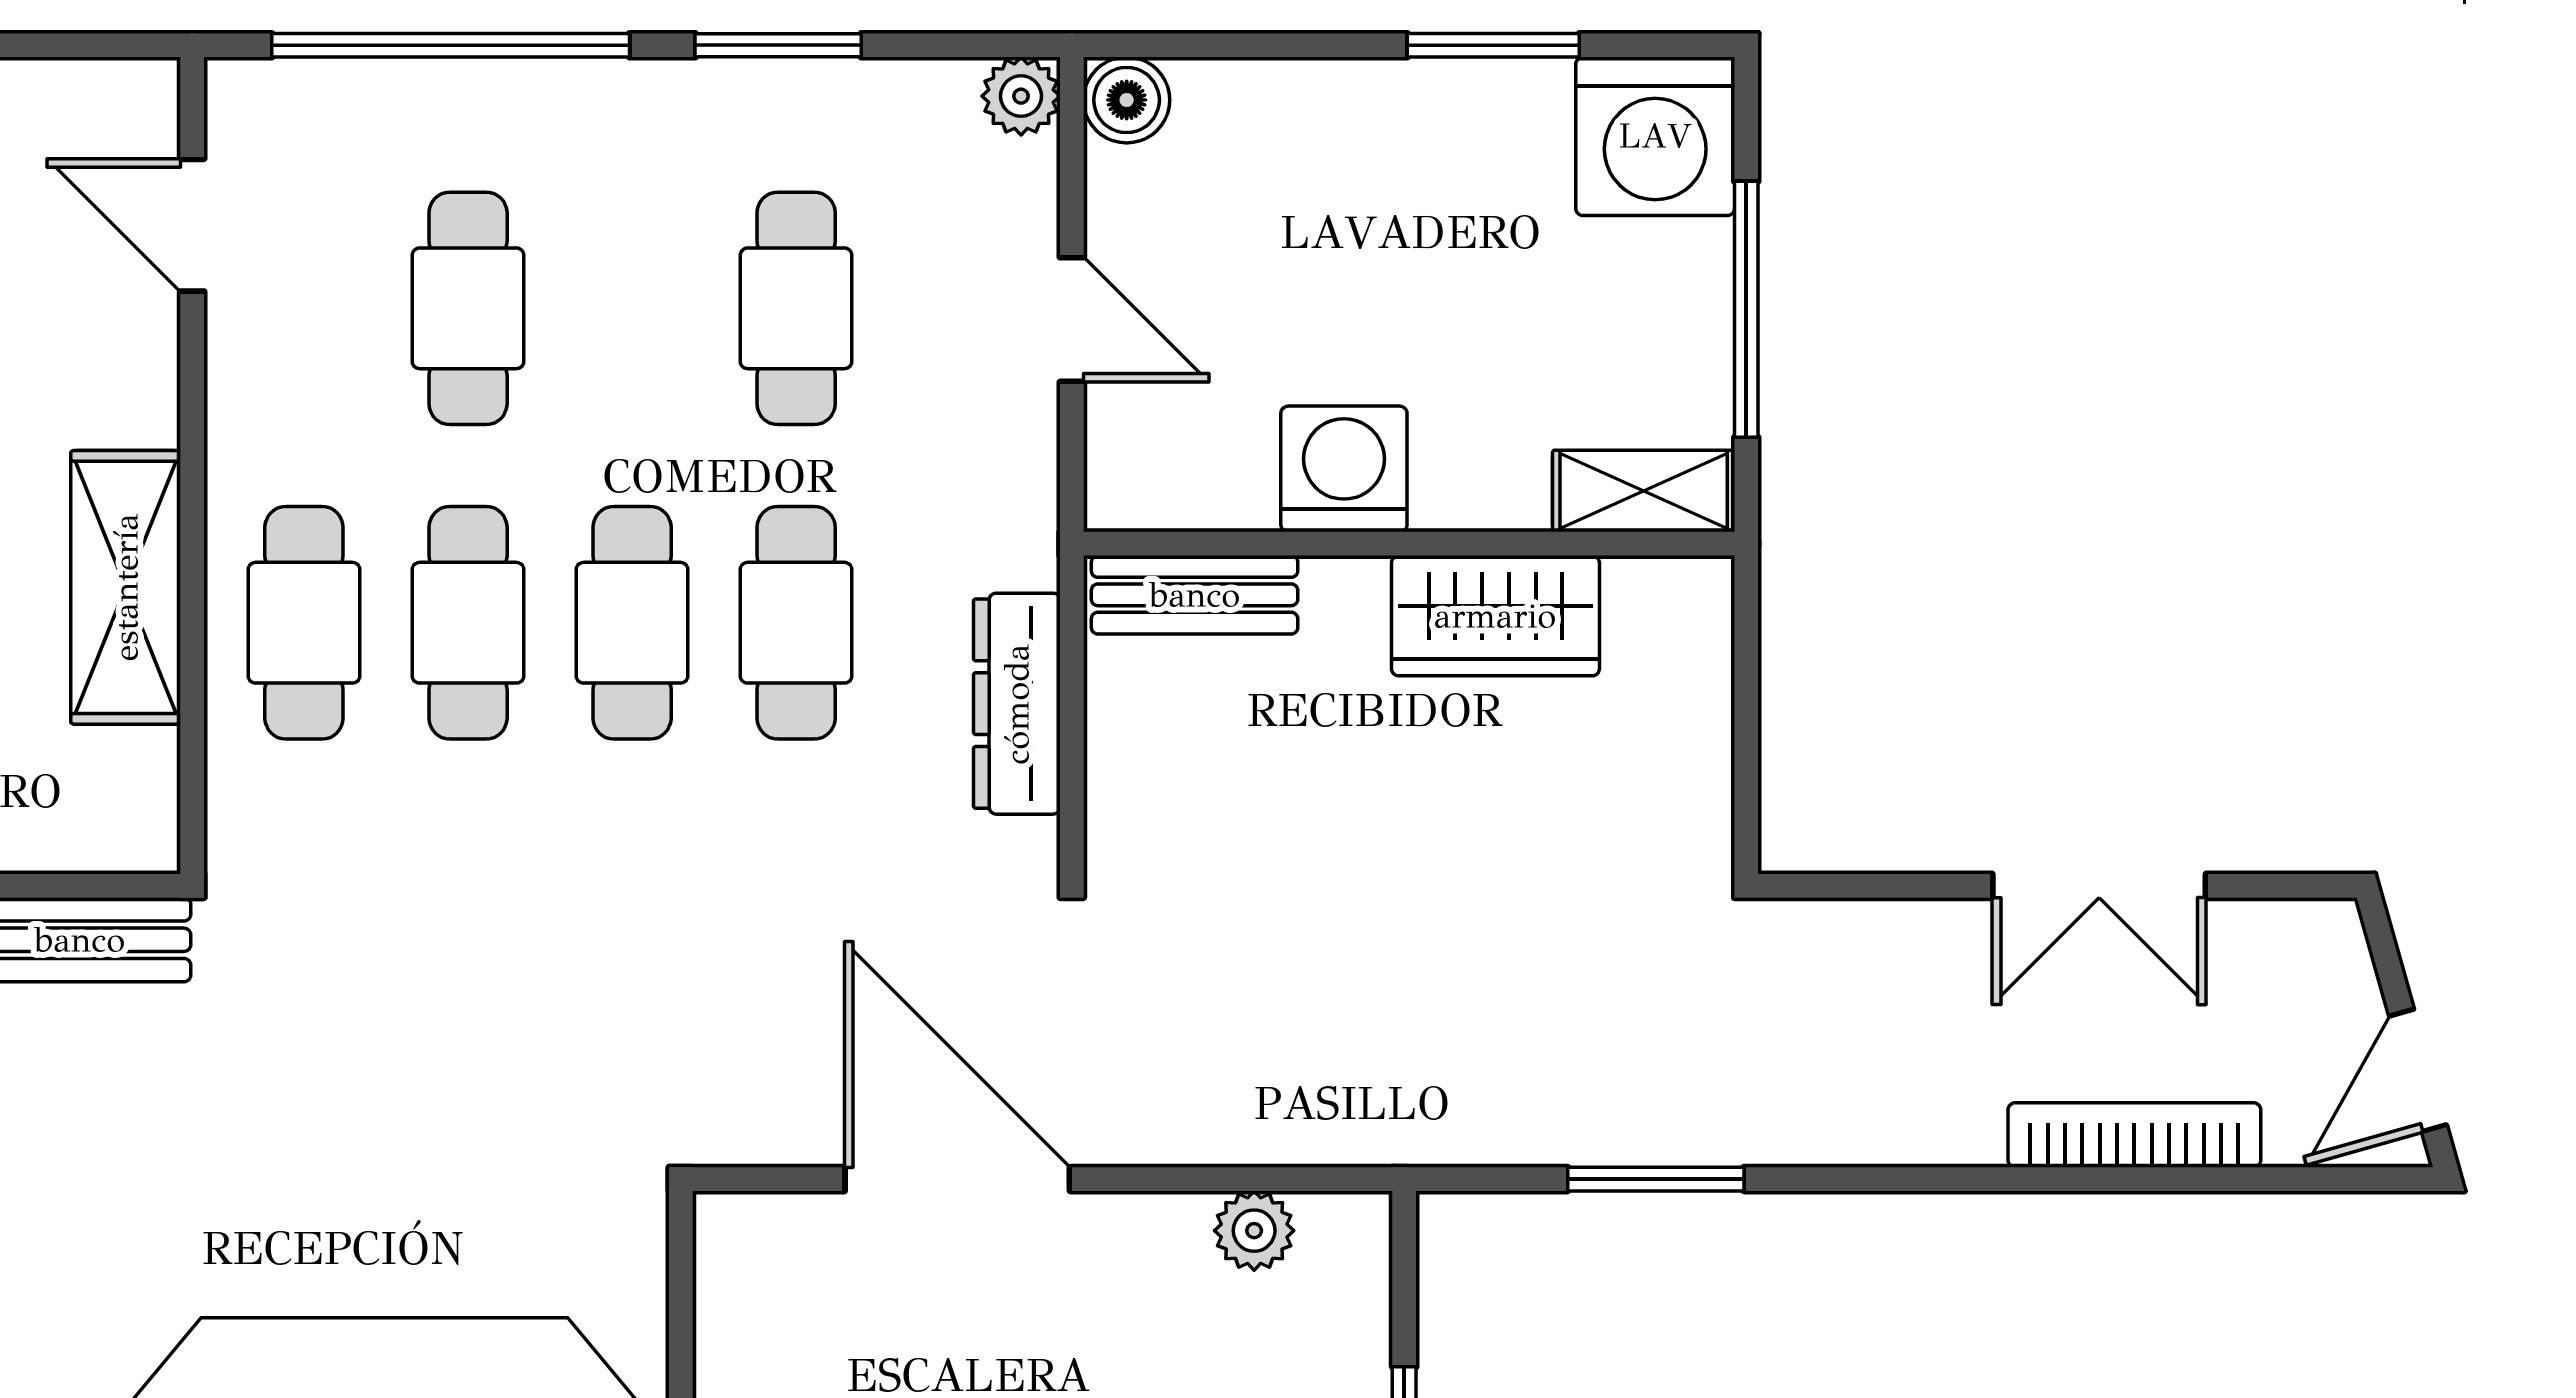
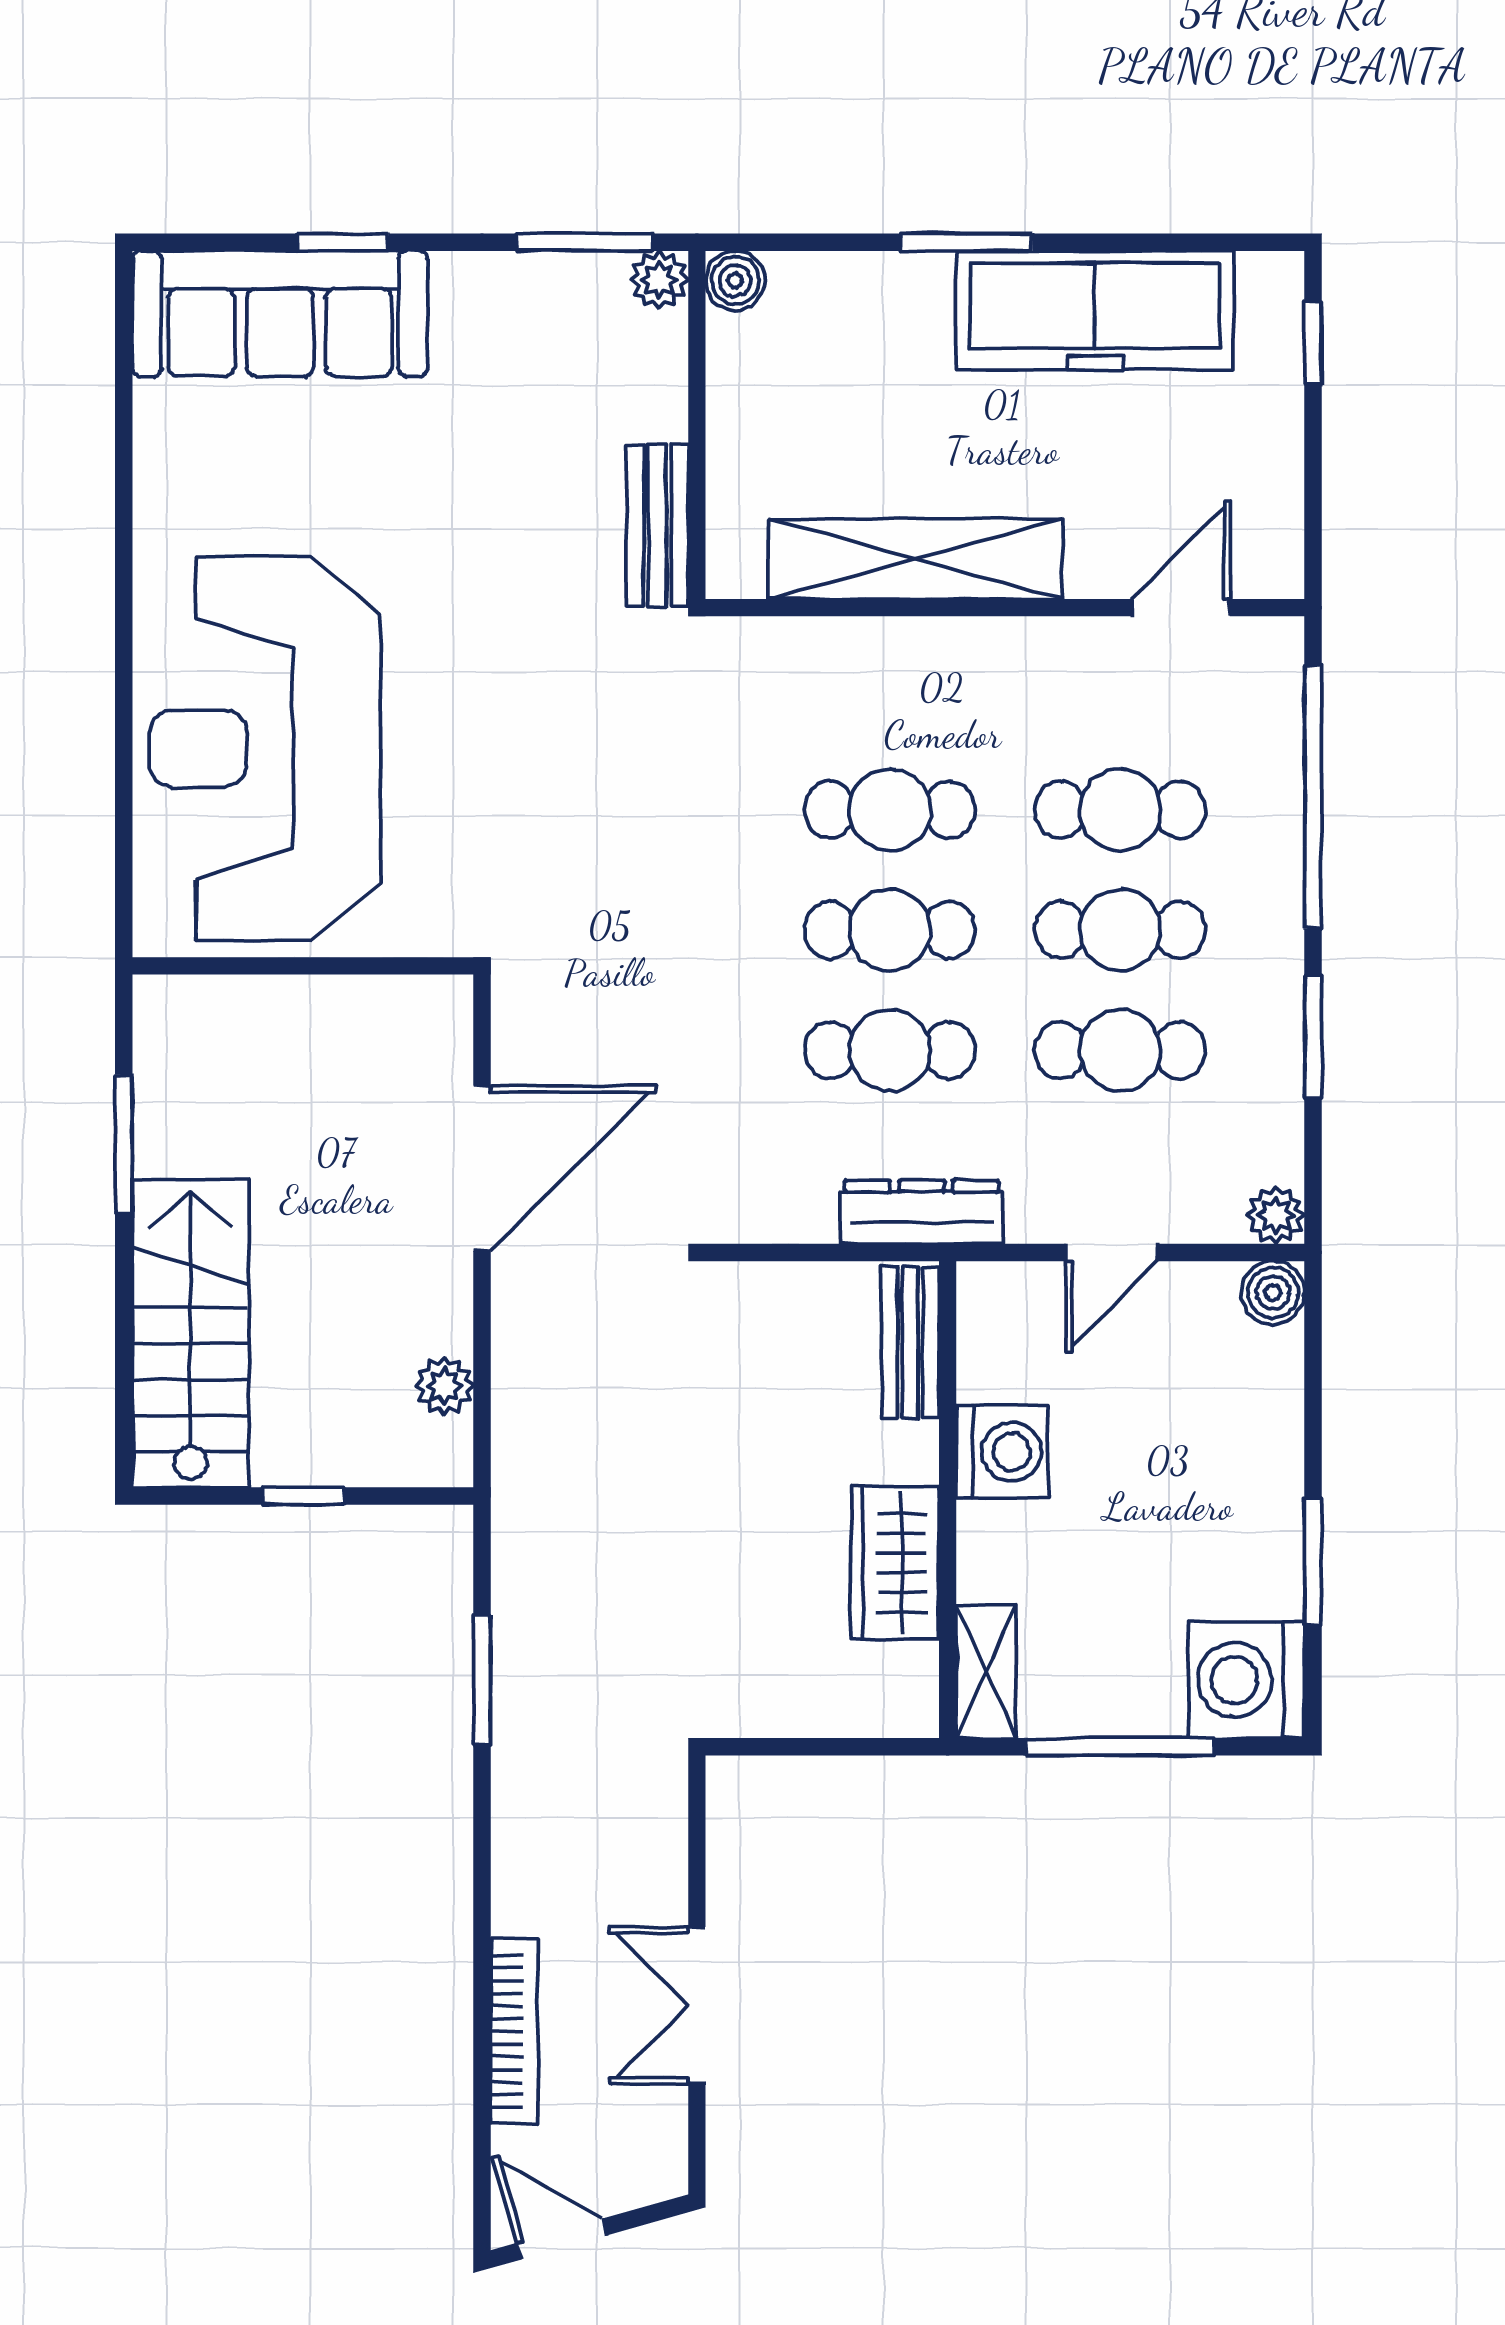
shelving: (126, 587) -> (916, 559), width x1.47
cafe table: (304, 623) -> (1120, 930), moved
dresser: (1017, 704) -> (922, 1212), moved

